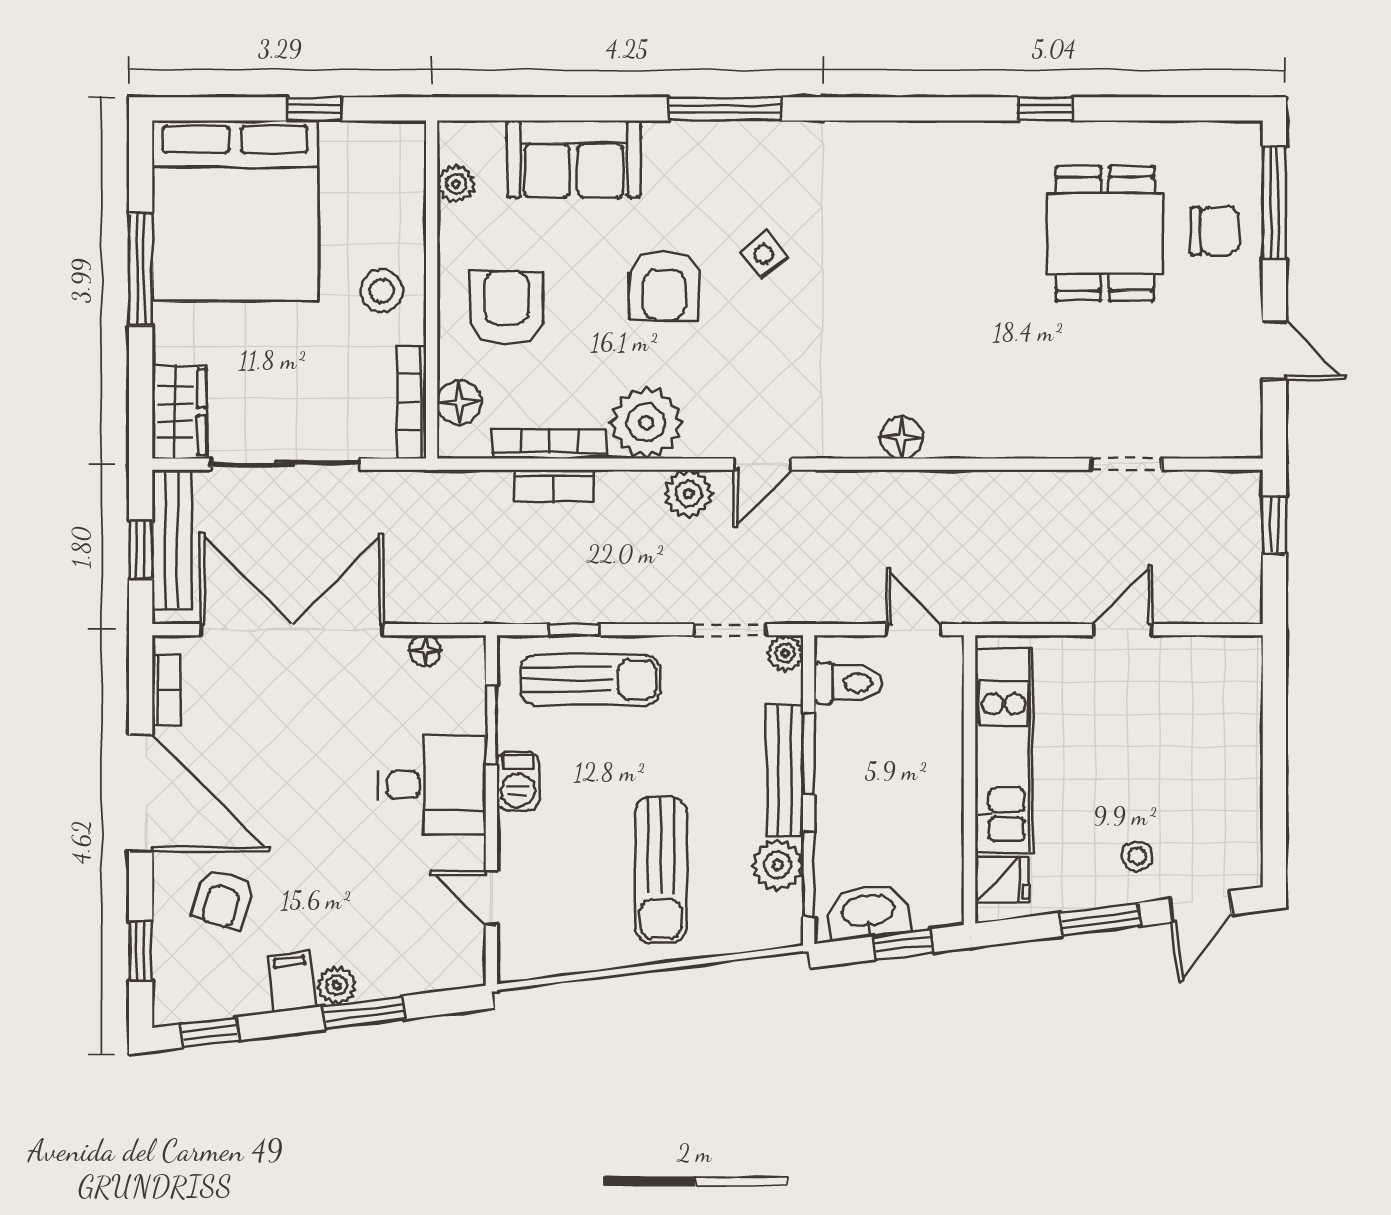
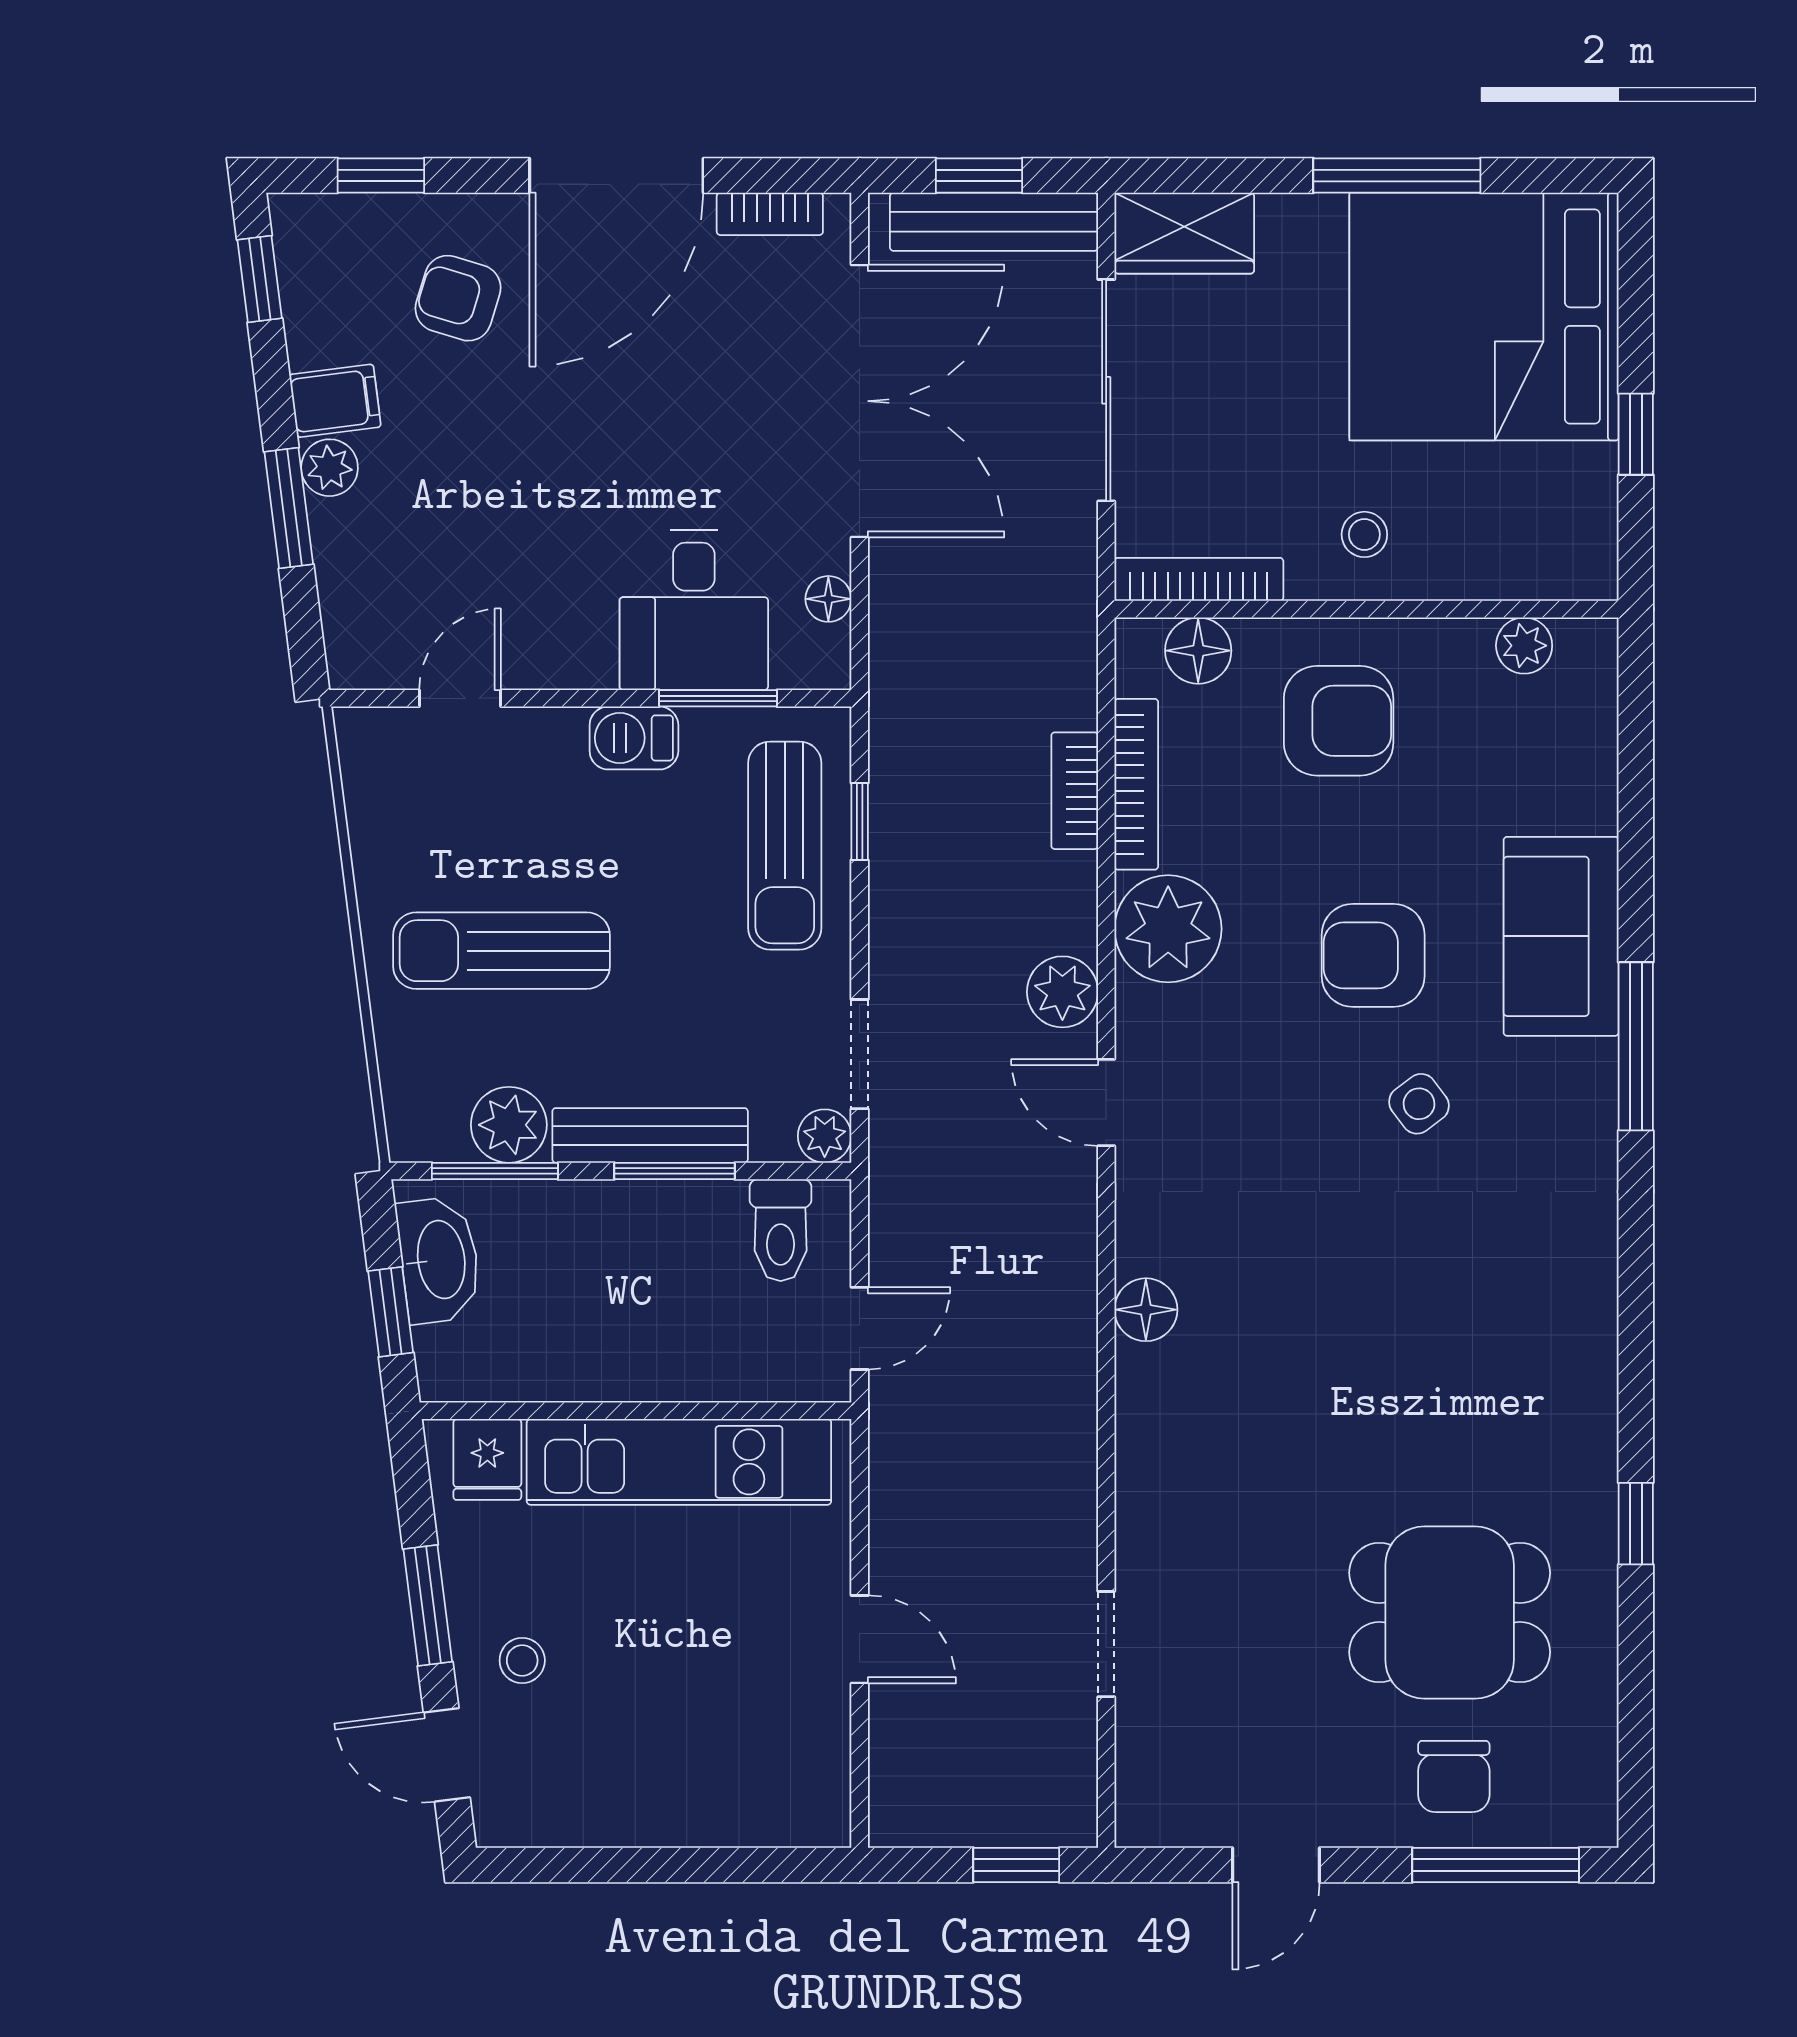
sofa: (574, 159) -> (1561, 936), moved
stool: (382, 291) -> (1364, 534), width x0.73, depth x0.73
desk: (432, 785) -> (694, 610), moved

